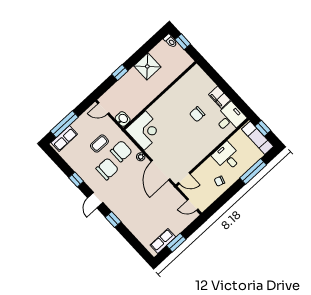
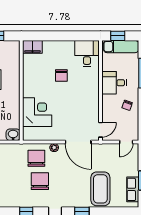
filing cabinet: (219, 97) -> (32, 47), moved
corner desk: (145, 130) -> (37, 112), moved
coffee table: (99, 143) -> (100, 189), moved, width x1.86, depth x1.72

